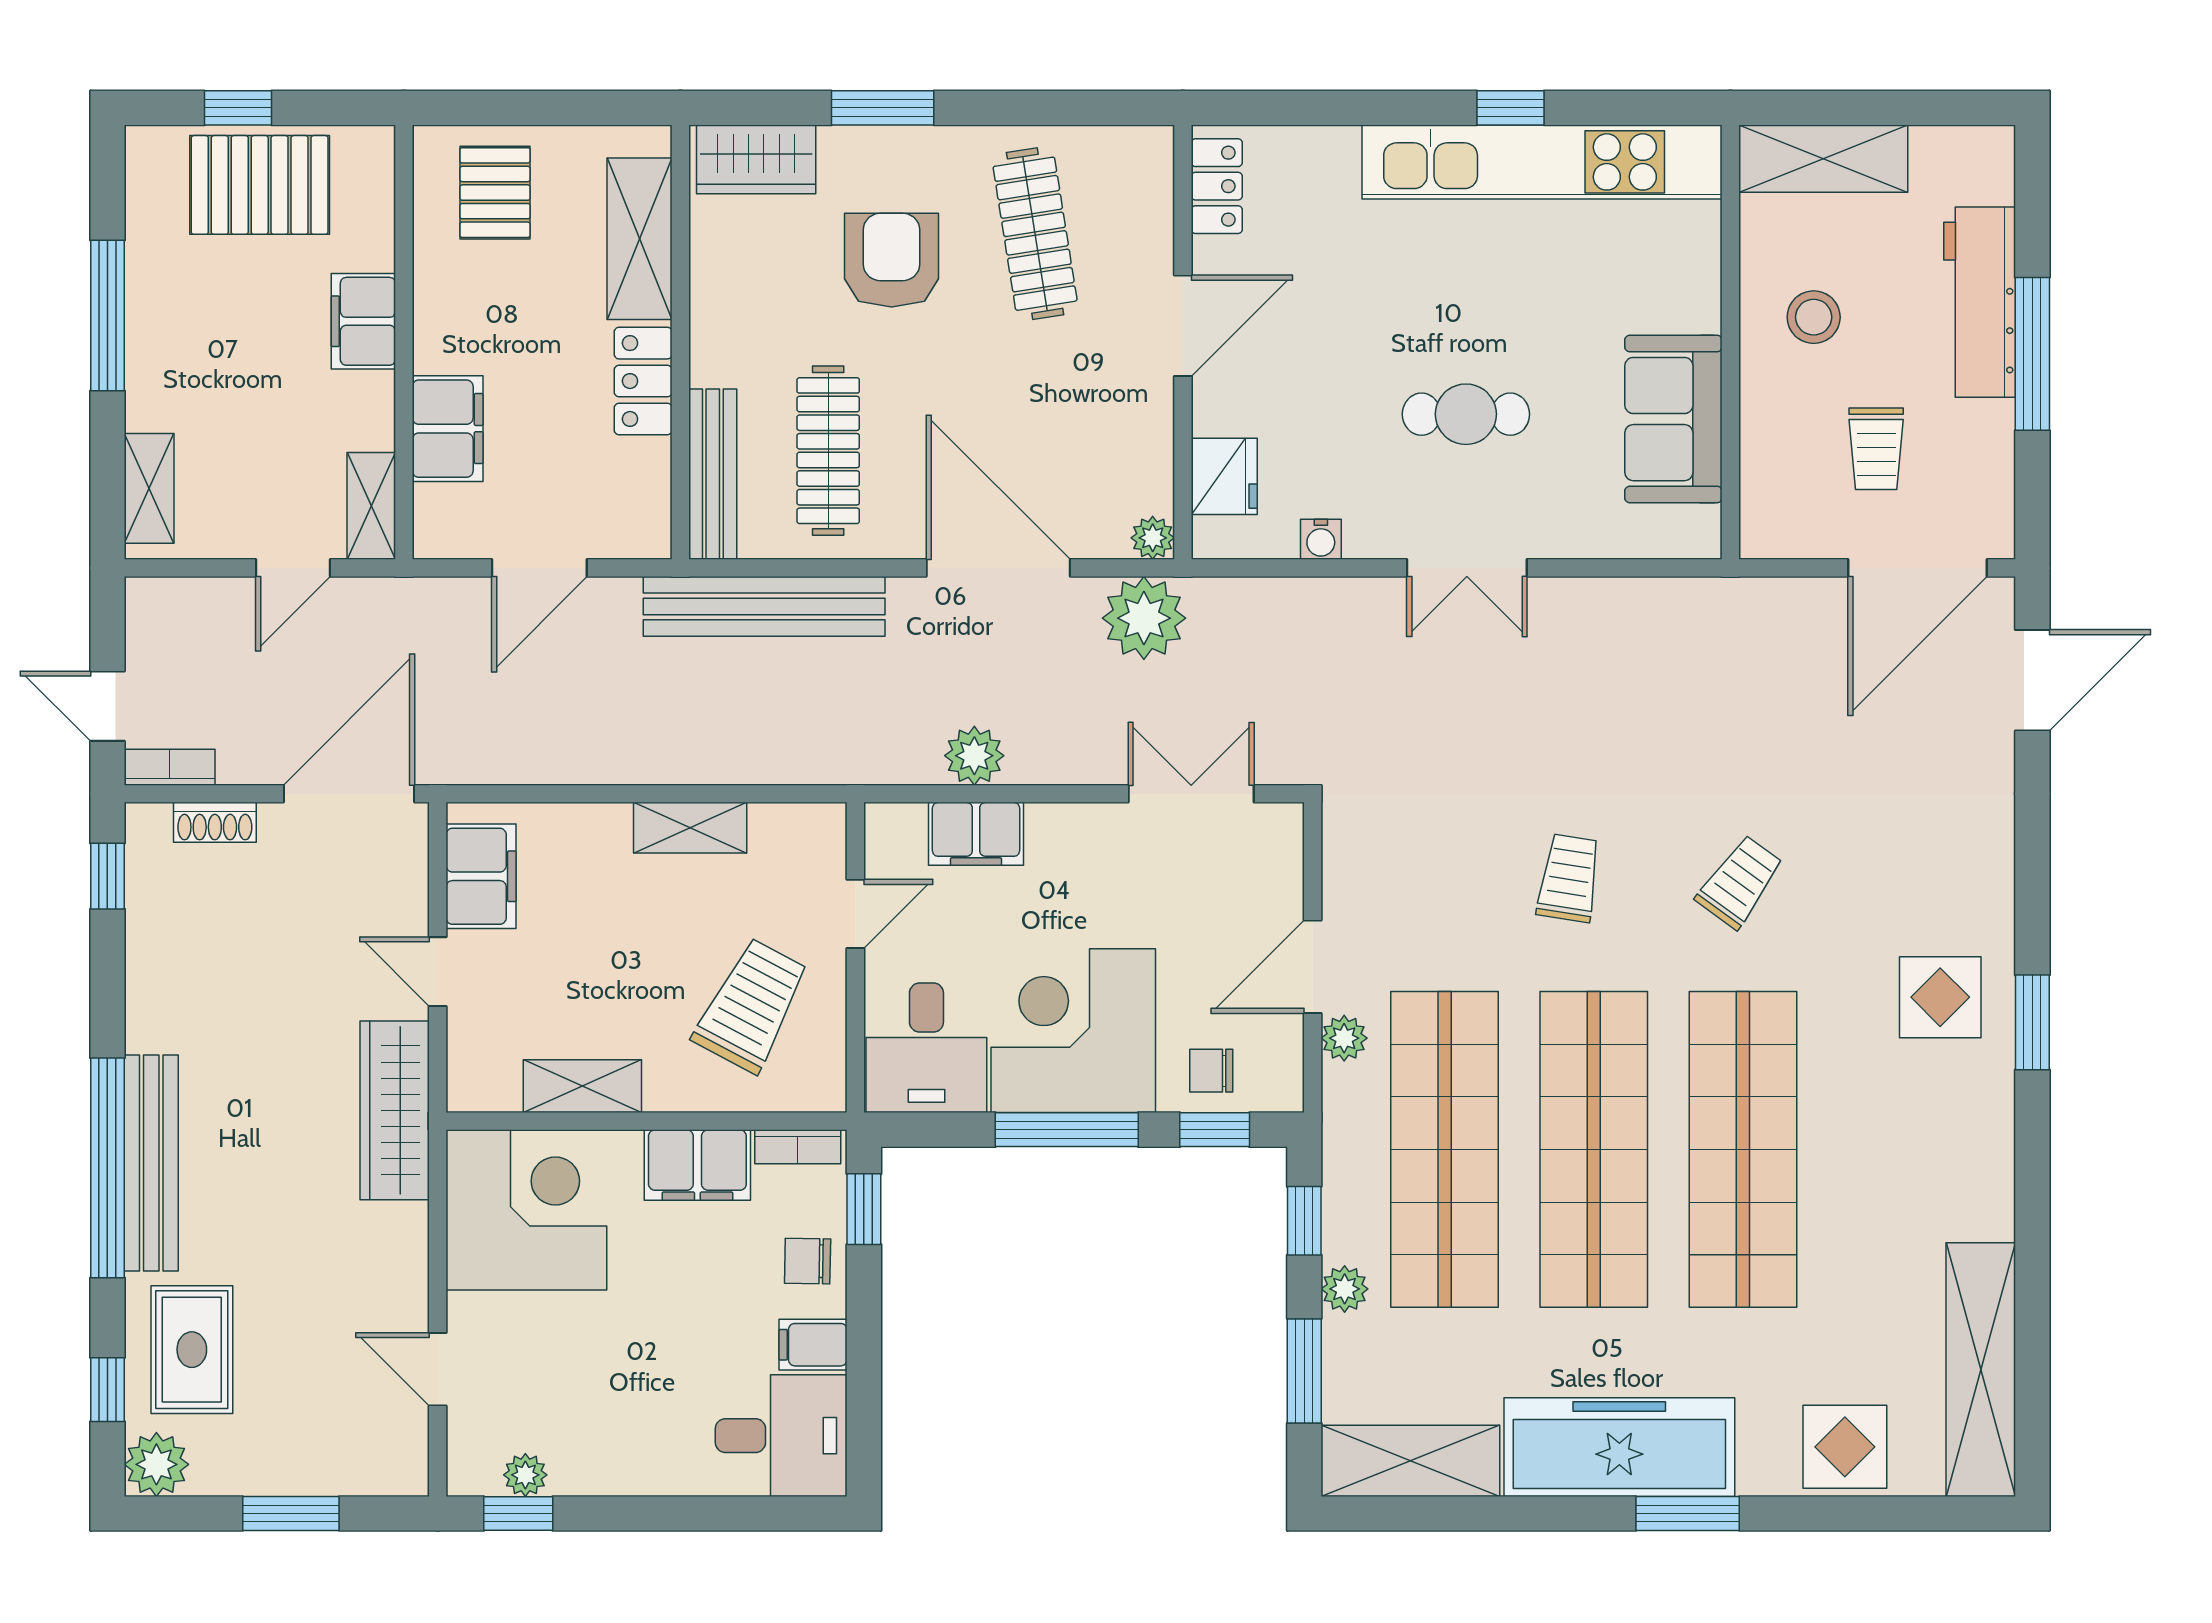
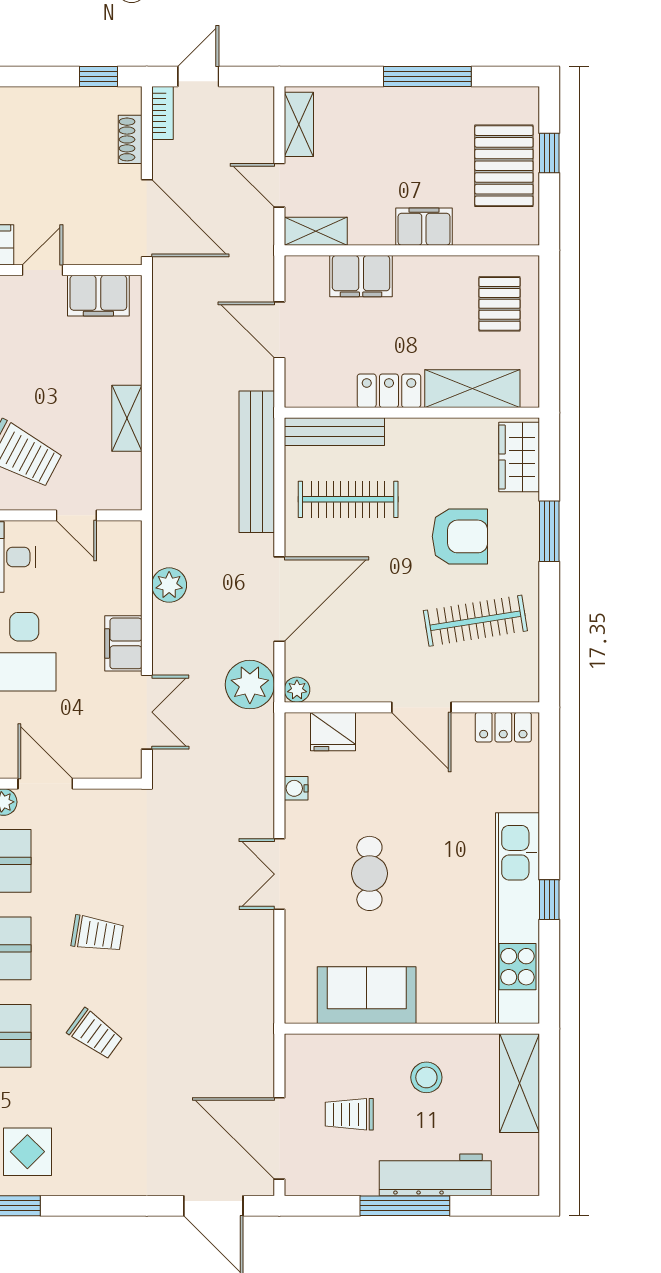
pallet: (495, 193) -> (500, 304), turned 90
shelving: (149, 488) -> (299, 124), moved, turned 90
filing cabinet: (976, 834) -> (123, 643), moved

